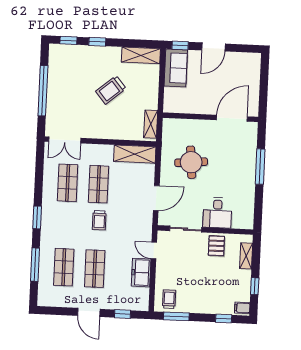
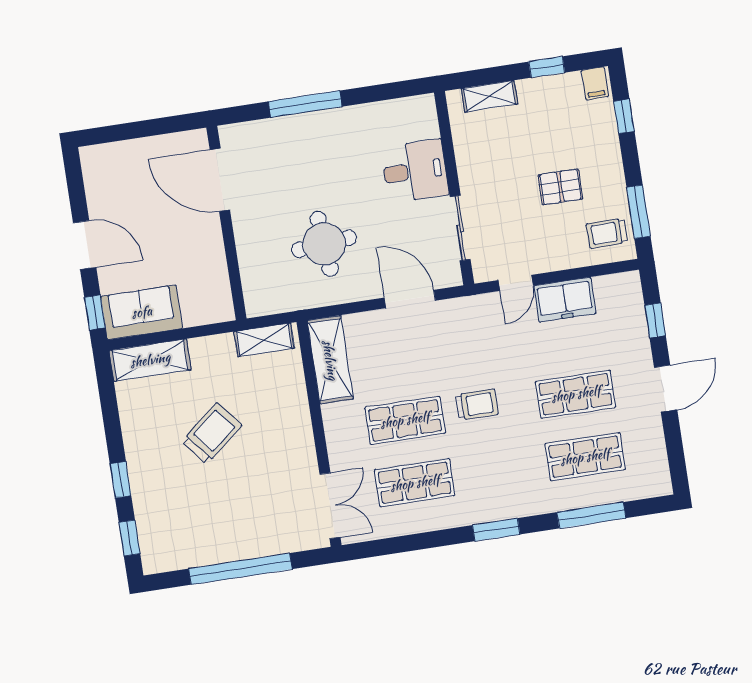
shelving: (141, 55) -> (150, 360), moved, turned 90
trolley: (111, 90) -> (212, 433), turned -89
pallet: (216, 246) -> (560, 187), moved

